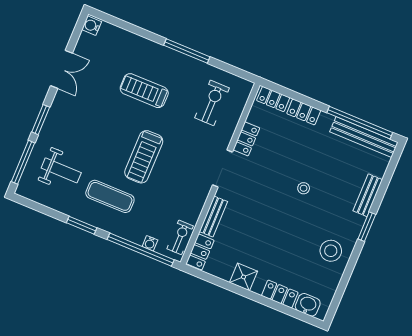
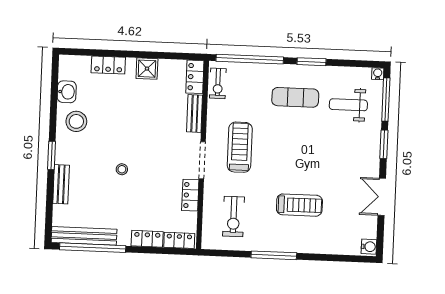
treadmill: (144, 157) -> (240, 147), moved
water cooler: (150, 243) -> (378, 74), moved
washbasin: (308, 305) -> (67, 92), moved, turned -90

